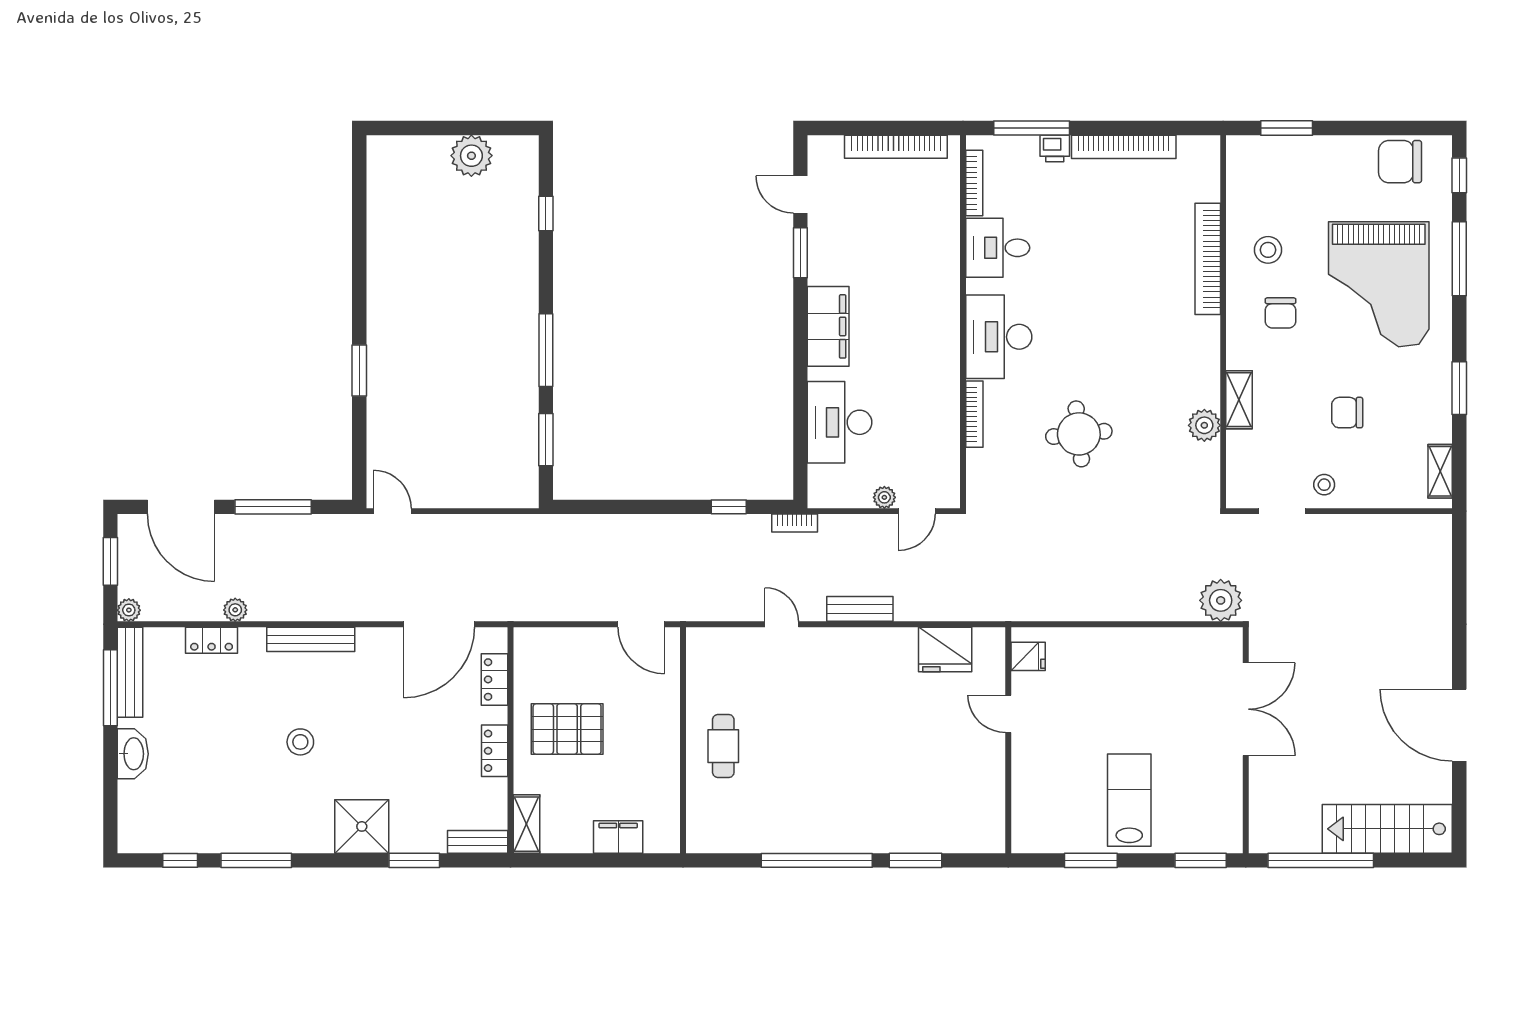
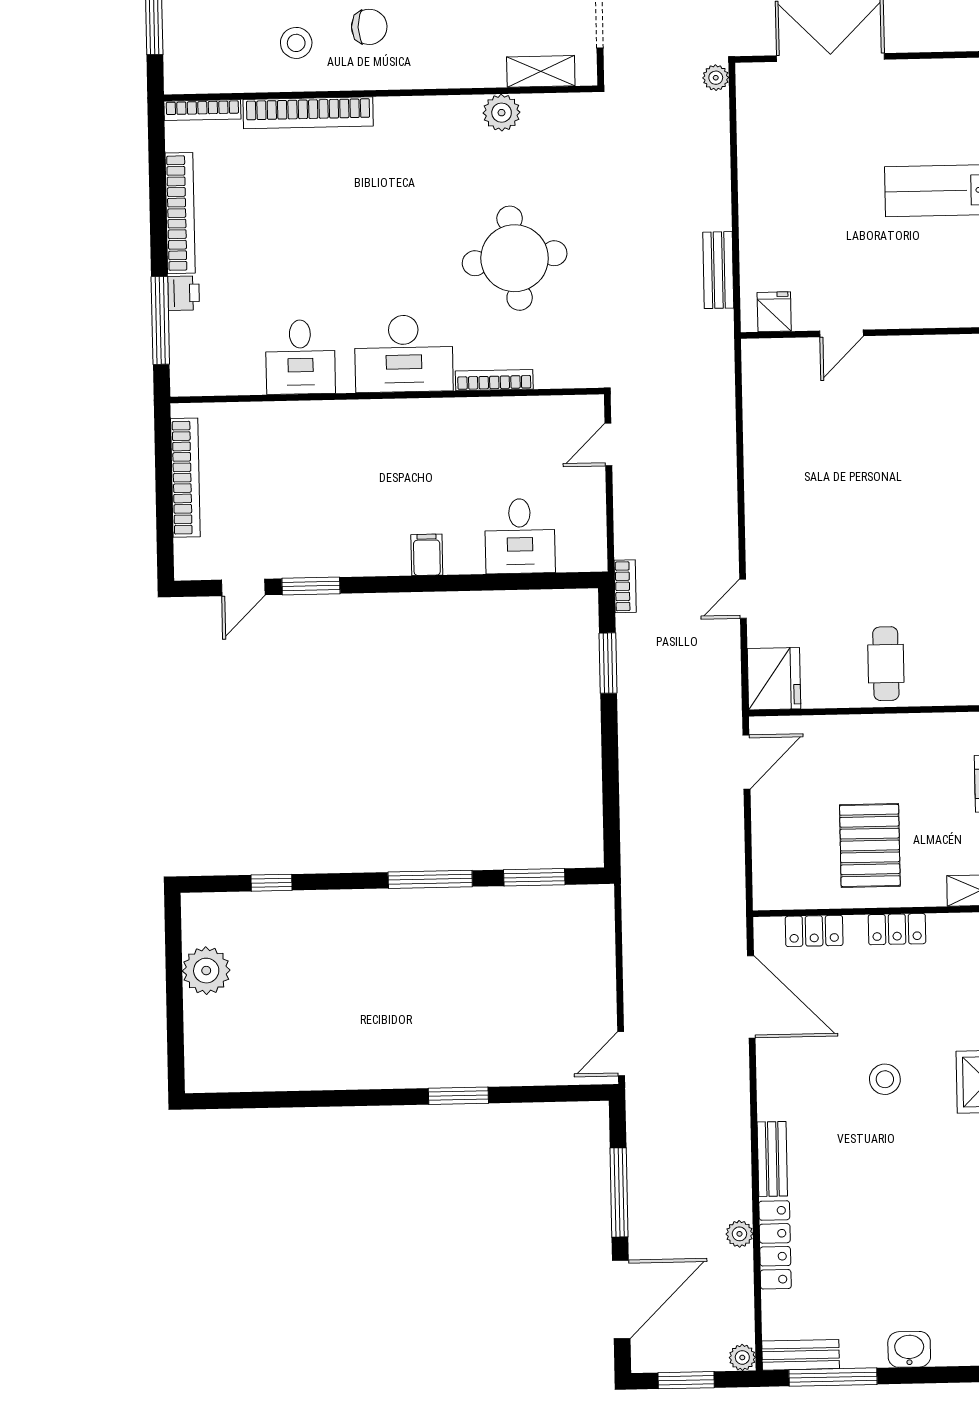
bookcase: (974, 183) -> (202, 110), moved, turned 180
filing cabinet: (828, 326) -> (427, 555), width x0.33, depth x0.86
shelving: (1239, 400) -> (541, 71), moved
desk: (840, 422) -> (520, 536), width x0.73
round table: (1079, 434) -> (515, 258), width x1.36, depth x1.36
plant: (884, 497) -> (593, 483), removed
window: (729, 507) -> (608, 663), width x1.50
door: (917, 511) -> (608, 444), swing flipped
plant: (1221, 600) -> (716, 78), width x0.53, depth x0.53
bench: (860, 609) -> (718, 270), moved
bench: (311, 639) -> (772, 1159), width x0.73
locker: (212, 640) -> (775, 1245), width x1.53
fridge: (945, 650) -> (774, 679), moved
bench: (130, 672) -> (801, 1355), width x0.73
stool: (300, 742) -> (885, 1079), moved
cafe table: (723, 746) -> (886, 664), turned 90
washbasin: (133, 754) -> (909, 1349), width x0.72

